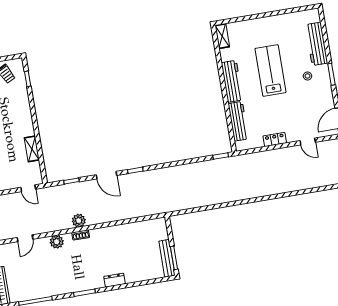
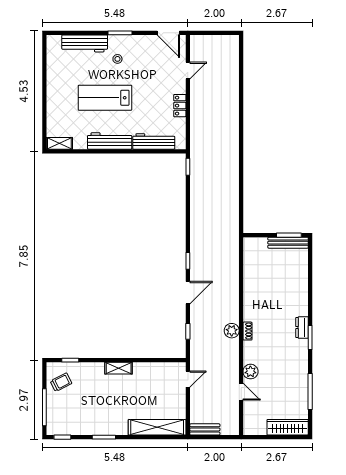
shelving: (32, 149) -> (119, 368), moved
plant: (57, 242) -> (250, 372), moved
dresser: (115, 280) -> (302, 328), moved

